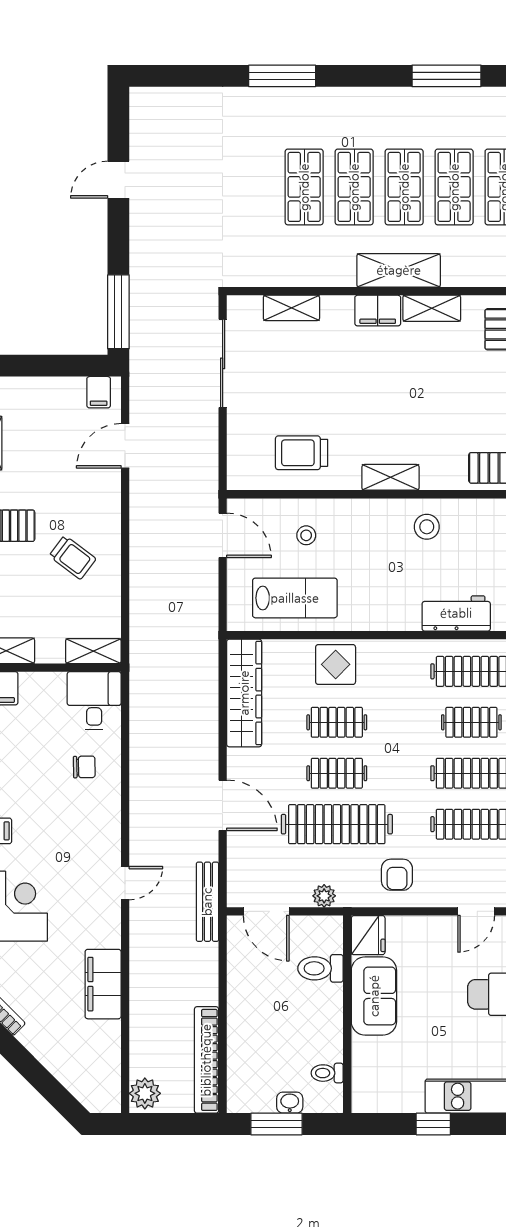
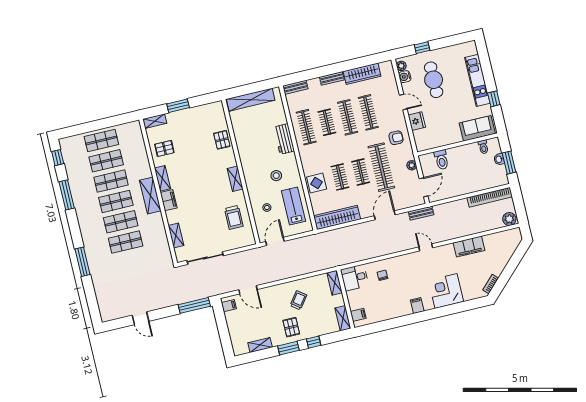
stool: (427, 527) -> (276, 176), moved
bench: (207, 902) -> (421, 213), width x0.73
fridge: (368, 935) -> (417, 121), moved, turned 90
sofa: (374, 996) -> (477, 128), moved

